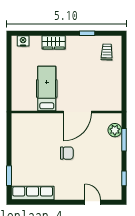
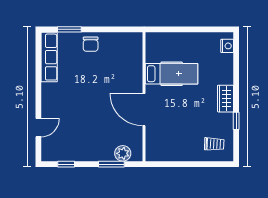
wardrobe: (54, 42) -> (226, 99), moved
chair: (67, 153) -> (91, 44), moved

